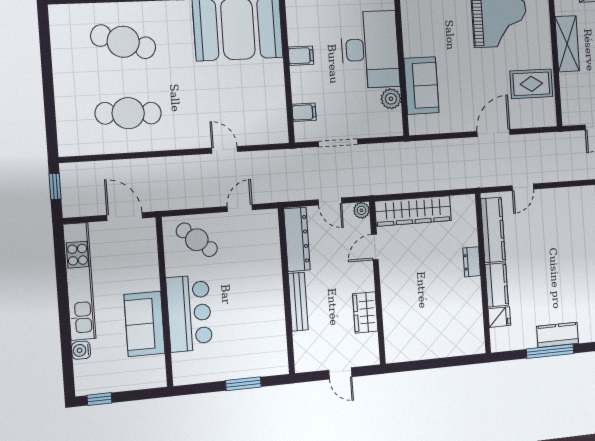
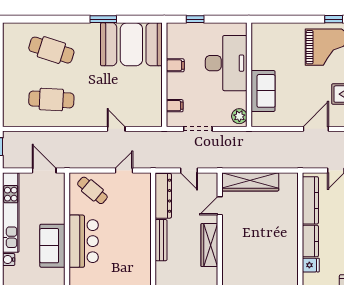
plant: (391, 99) -> (239, 116), moved
plant: (362, 210) -> (212, 179), removed
dresser: (472, 262) -> (292, 223), removed
wardrobe: (365, 312) -> (209, 245), width x1.50

